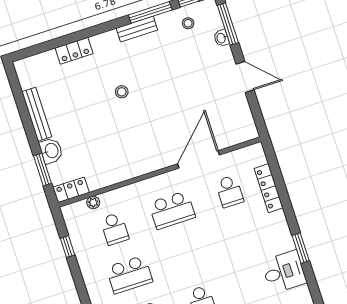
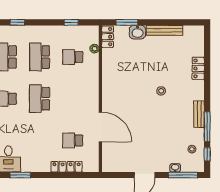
school desk: (172, 210) -> (40, 99), moved

